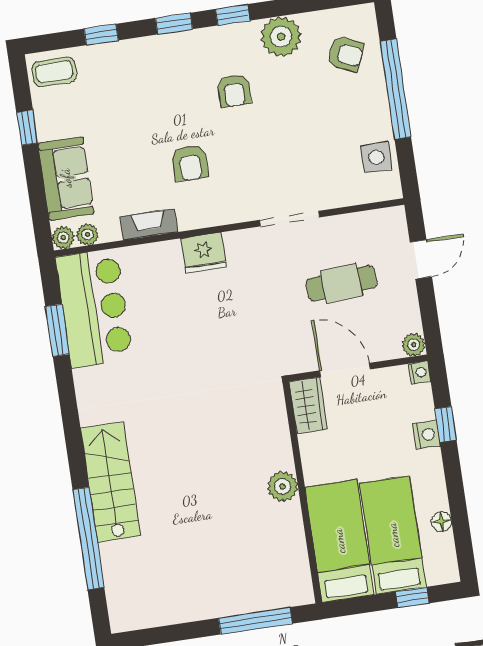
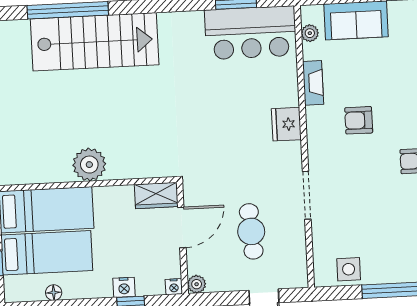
plant: (63, 238) -> (309, 14), removed
stairs: (110, 482) -> (95, 42), width x1.36, depth x1.51
plant: (283, 486) -> (89, 165), width x1.36, depth x1.36

